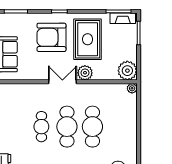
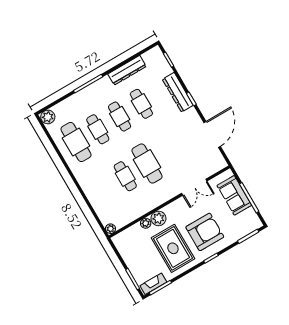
plant: (127, 71) -> (146, 223), moved, width x0.53, depth x0.53
double door: (62, 82) -> (194, 187), moved
cafe table: (41, 127) -> (169, 151), removed
cafe table: (92, 127) -> (125, 176), width x0.73, depth x0.74

